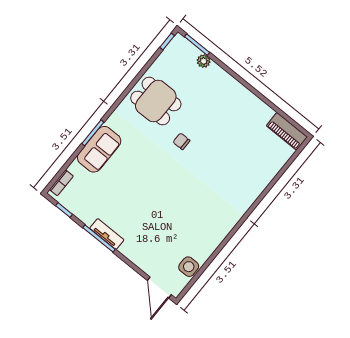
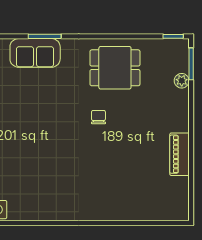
dining table: (156, 101) -> (115, 68), turned 90
piano: (287, 131) -> (179, 154), moved

